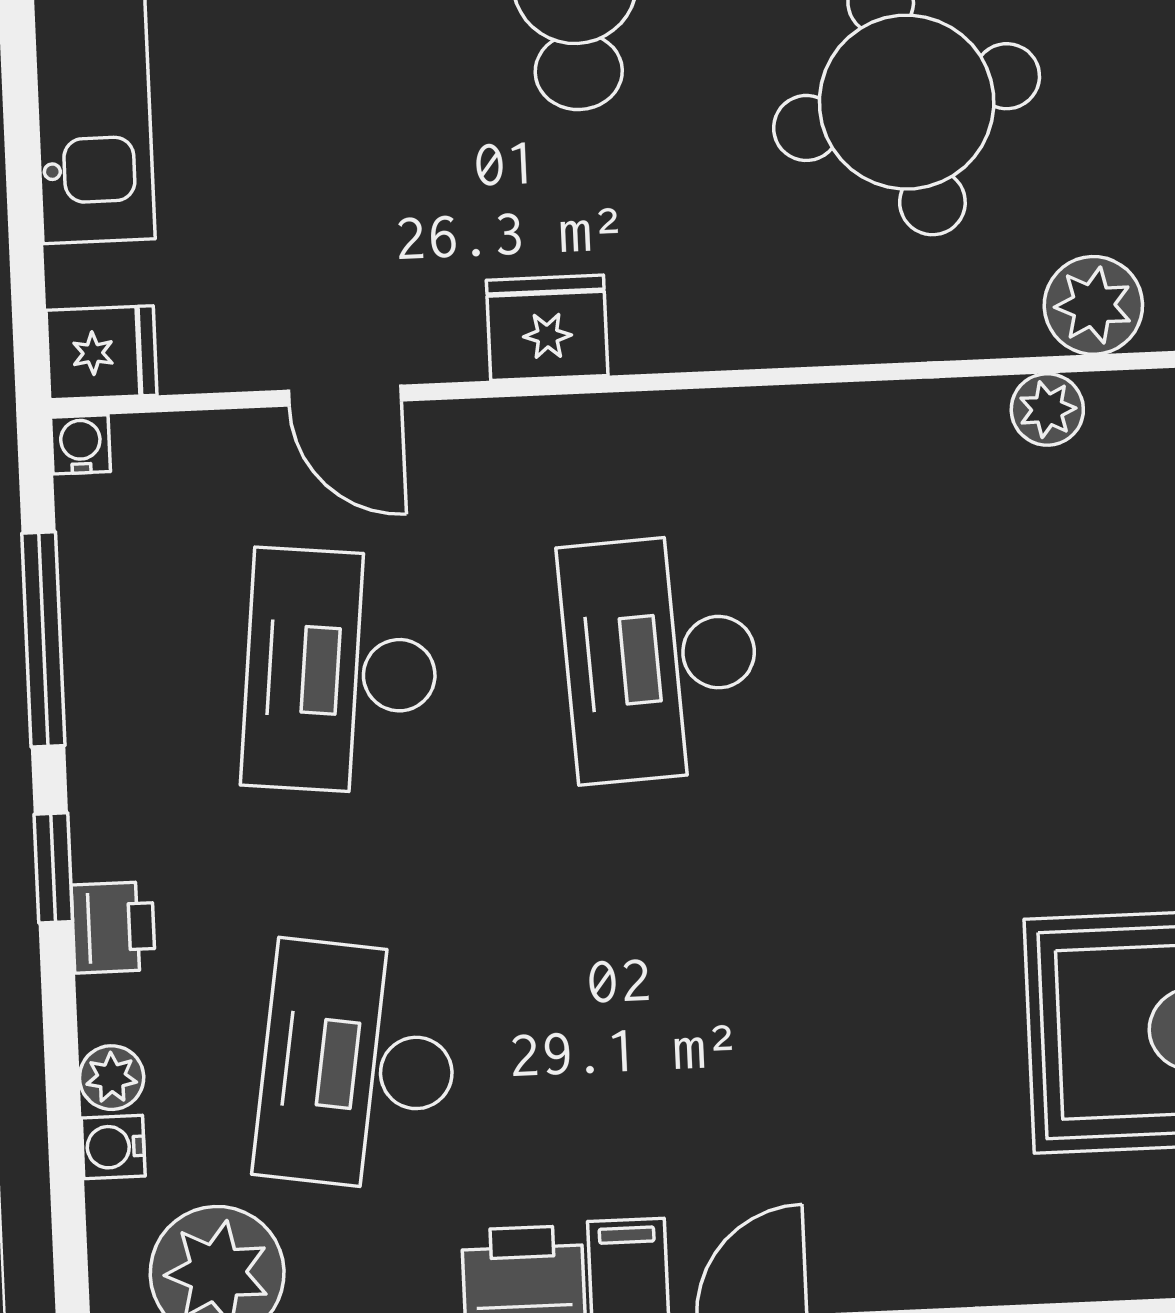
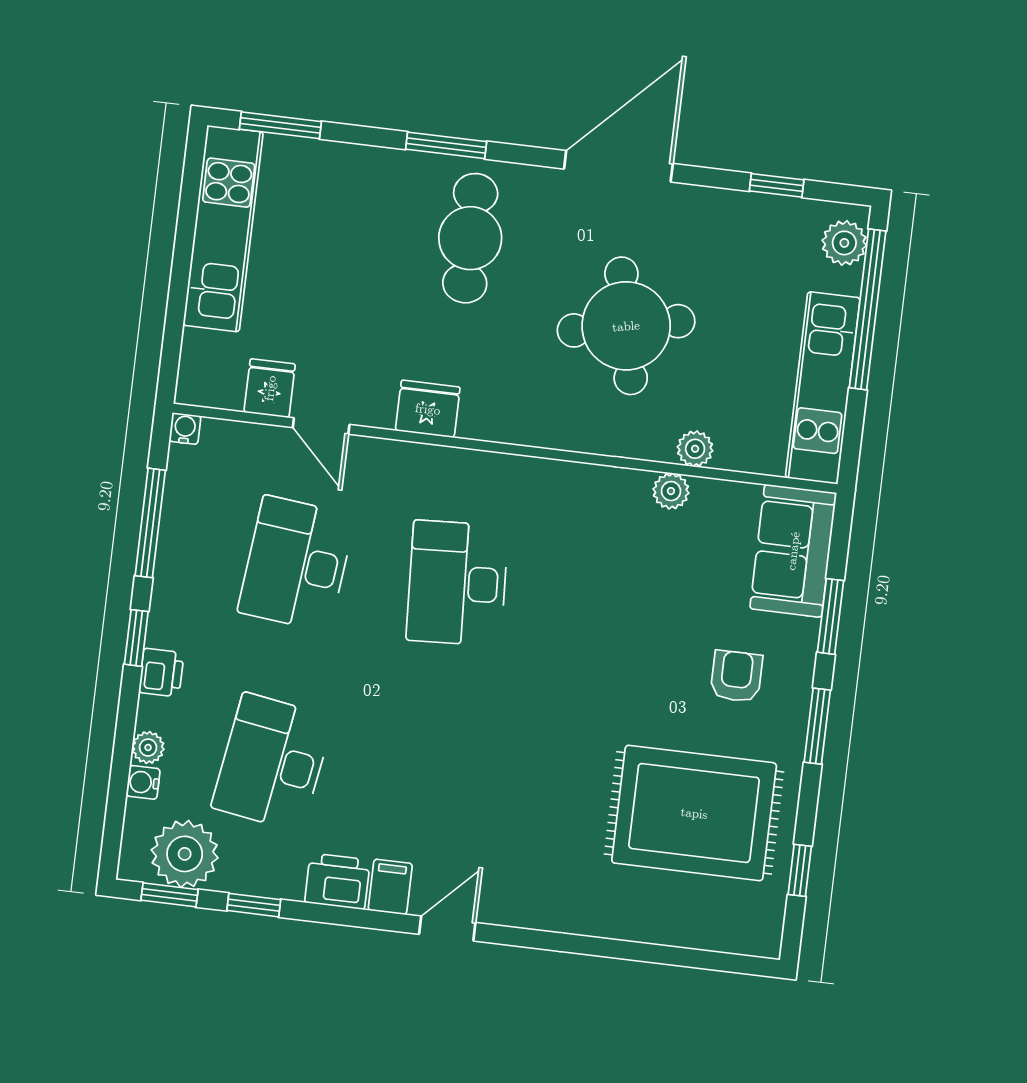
plant: (1093, 305) -> (695, 449), width x0.73, depth x0.73
fridge: (101, 353) -> (270, 388), moved, turned -90

